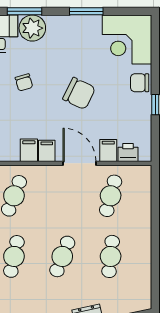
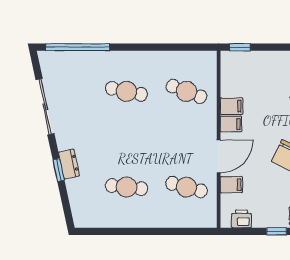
printer: (128, 153) -> (241, 219), moved, turned -90
cafe table: (62, 256) -> (126, 139), removed

